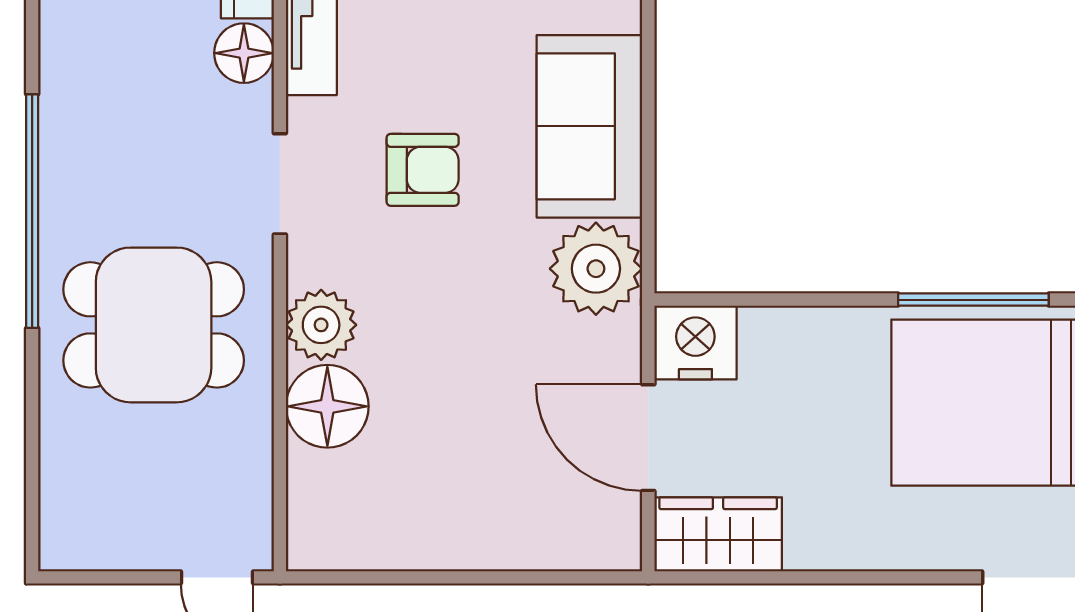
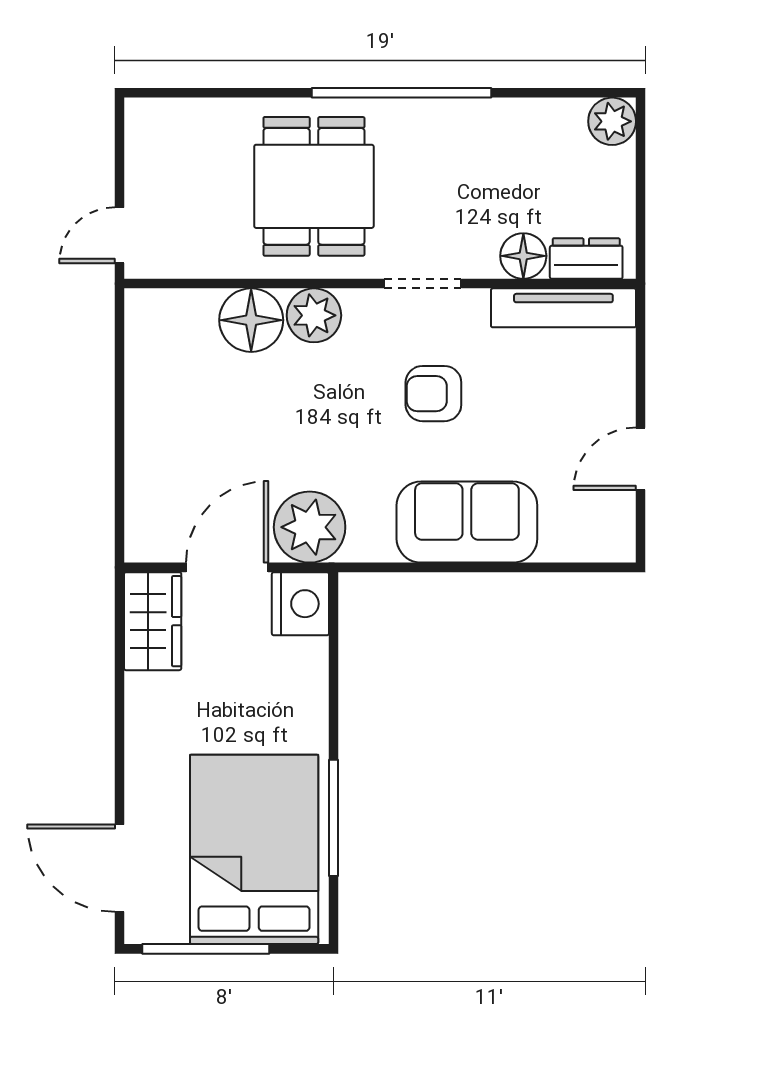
armchair: (423, 170) -> (433, 394), turned 90
plant: (596, 269) -> (310, 527), moved

